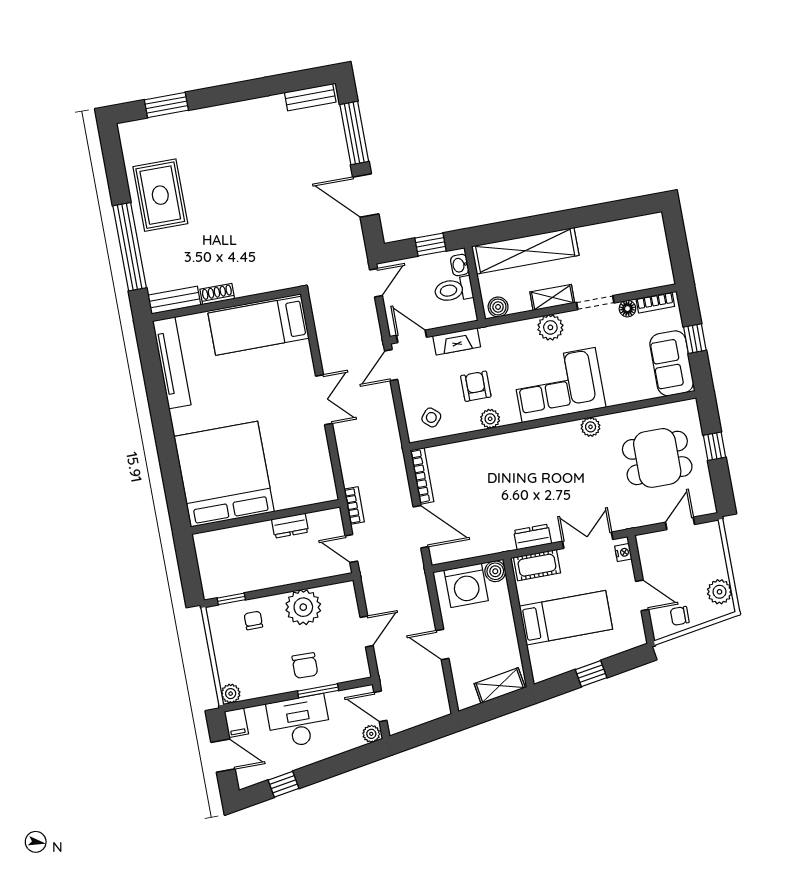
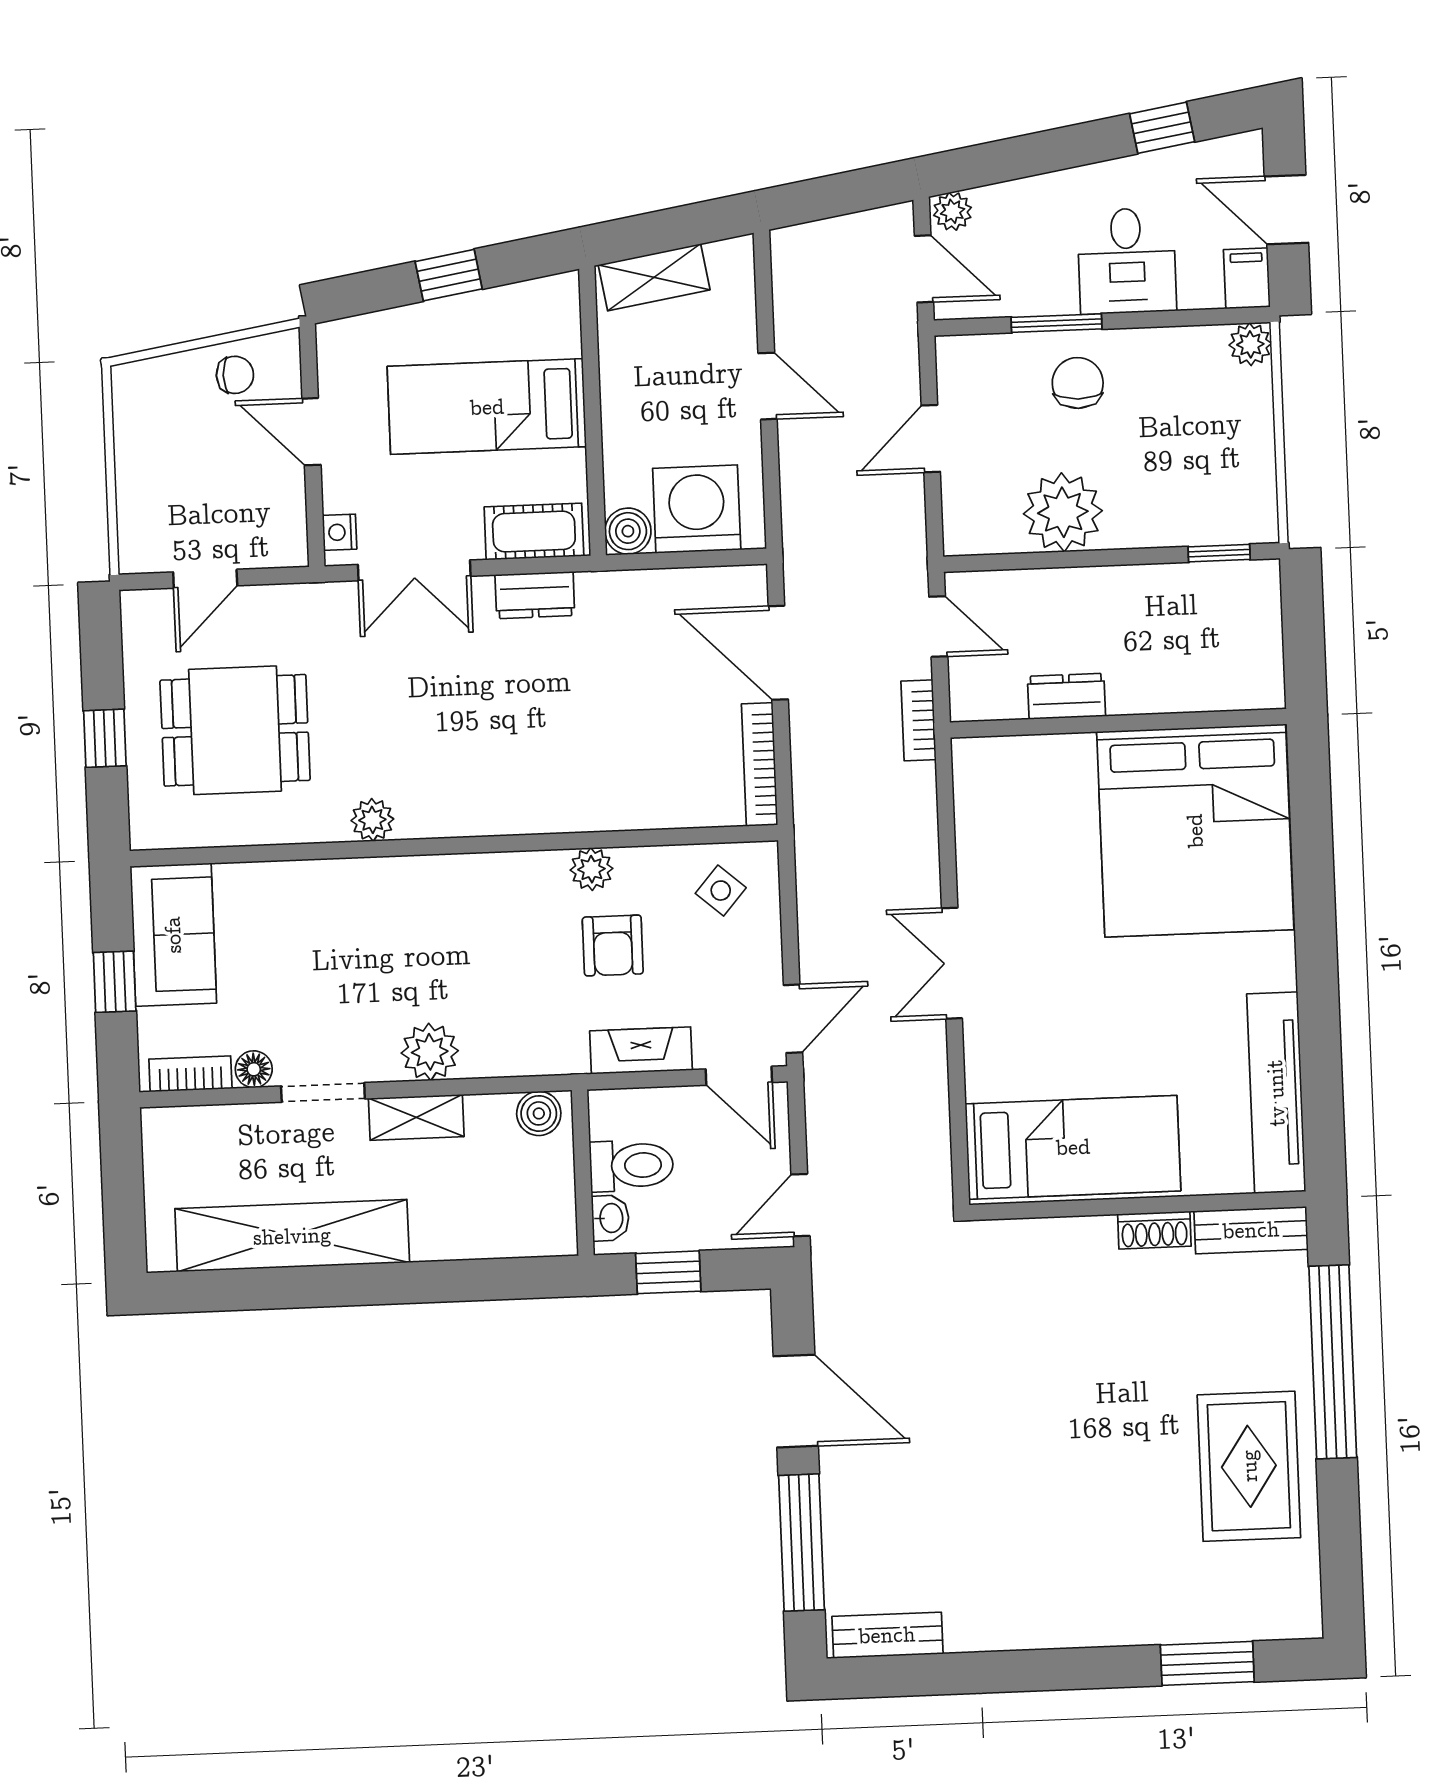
shelving: (525, 251) -> (292, 1236), moved
corner sofa: (559, 385) -> (429, 922), removed
plant: (720, 592) -> (140, 415), removed
chair: (253, 620) -> (1177, 499), removed
desk: (299, 721) -> (1127, 261), width x0.73

